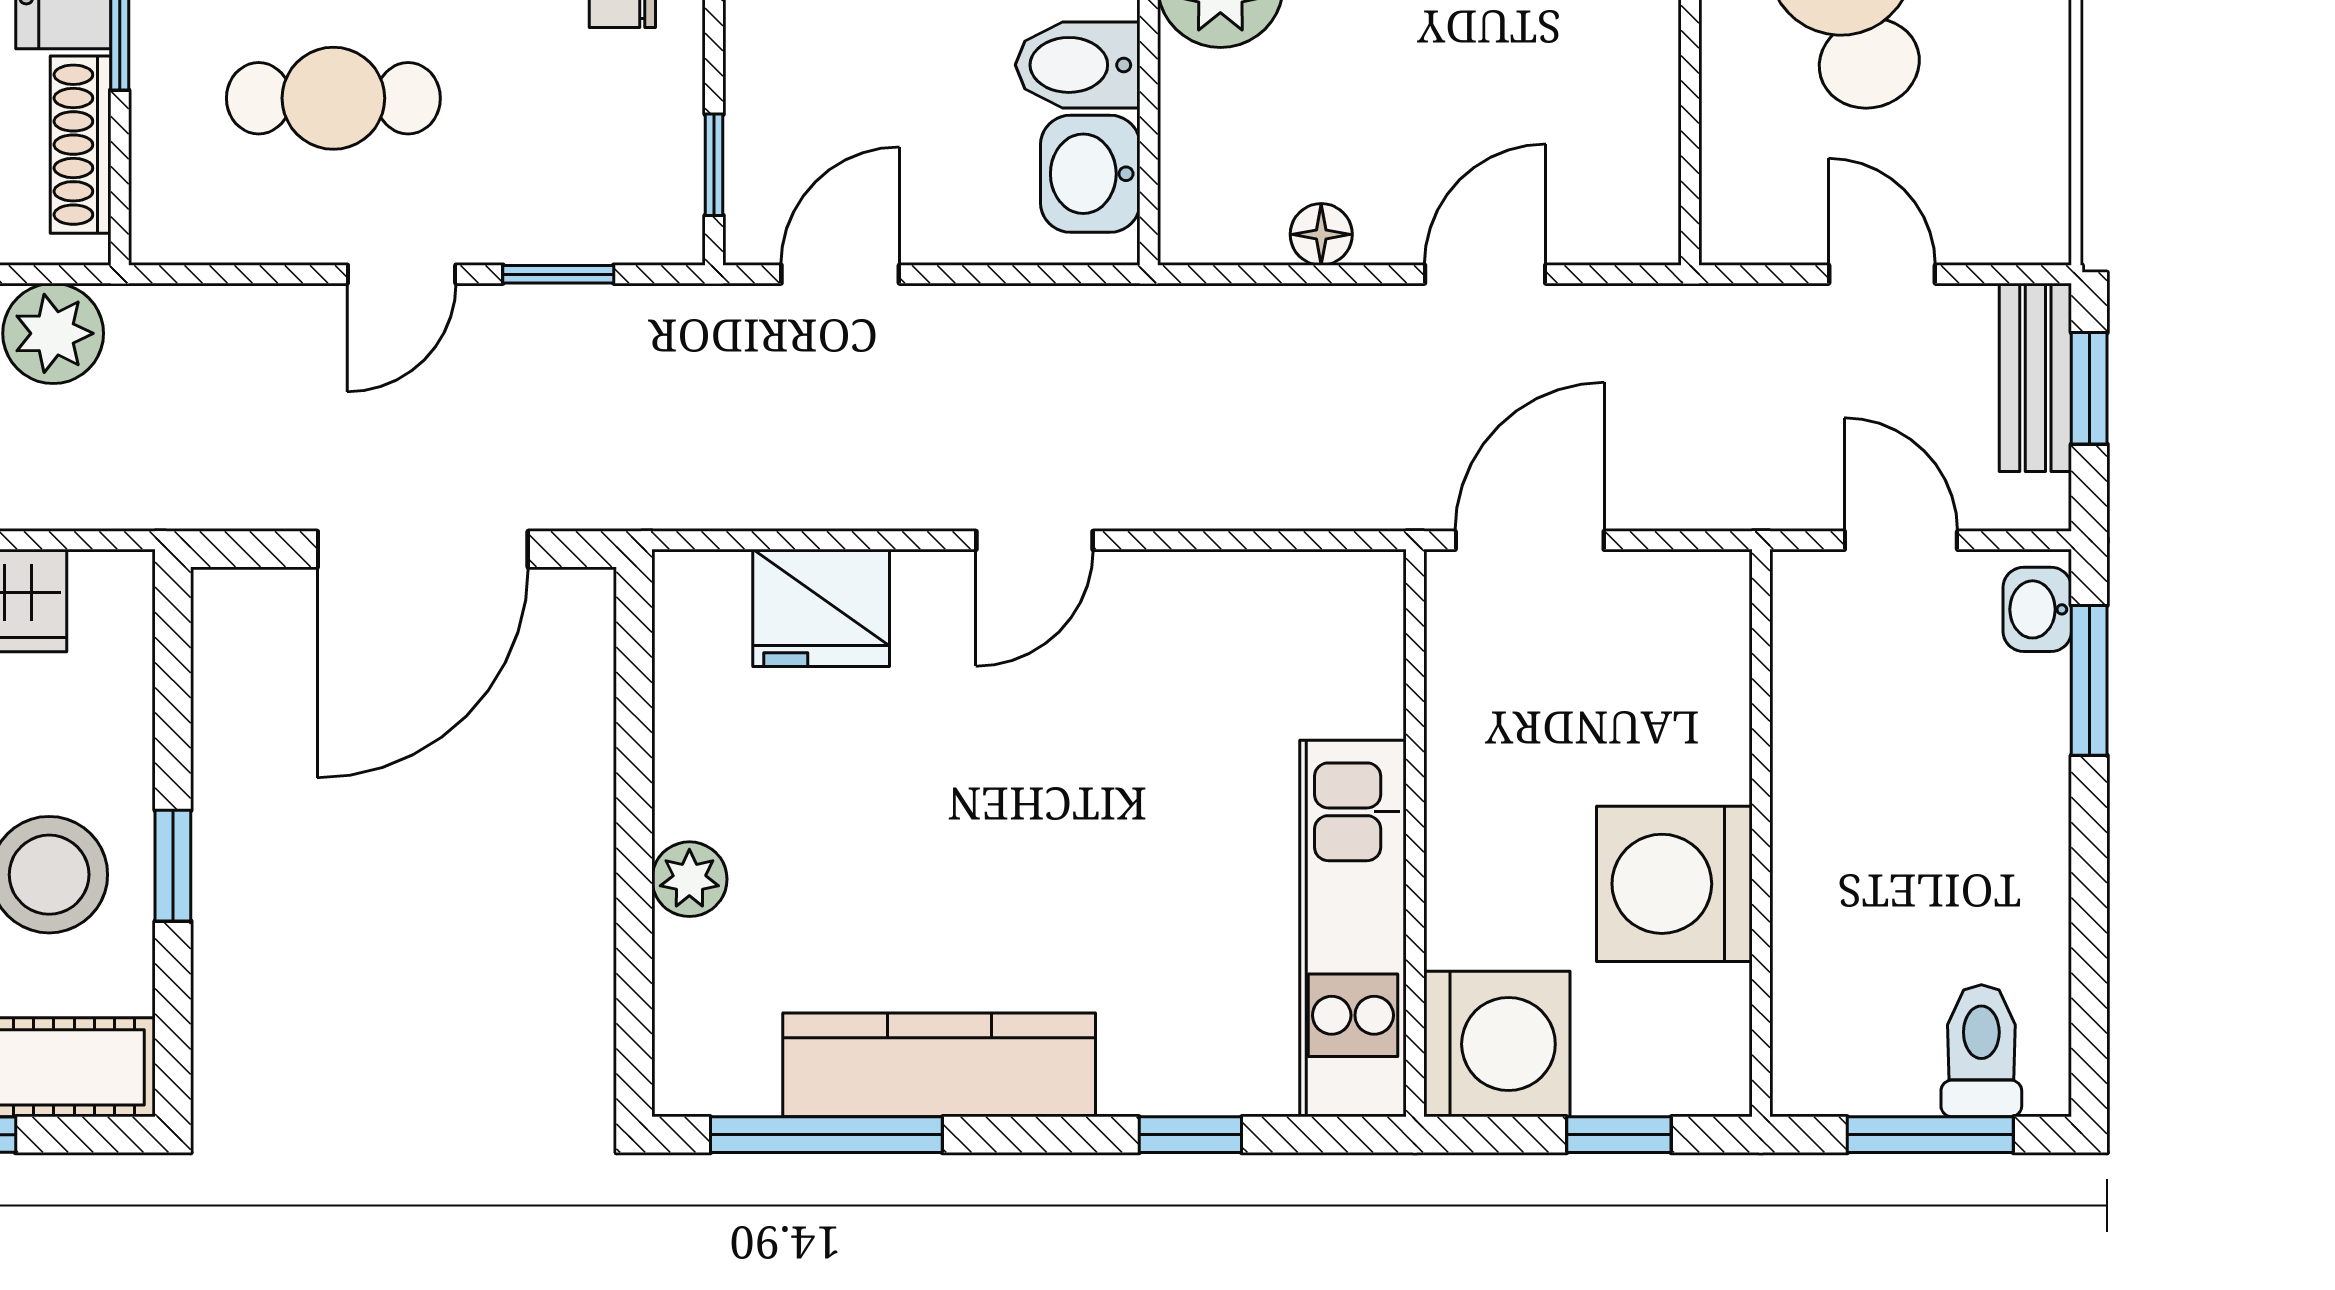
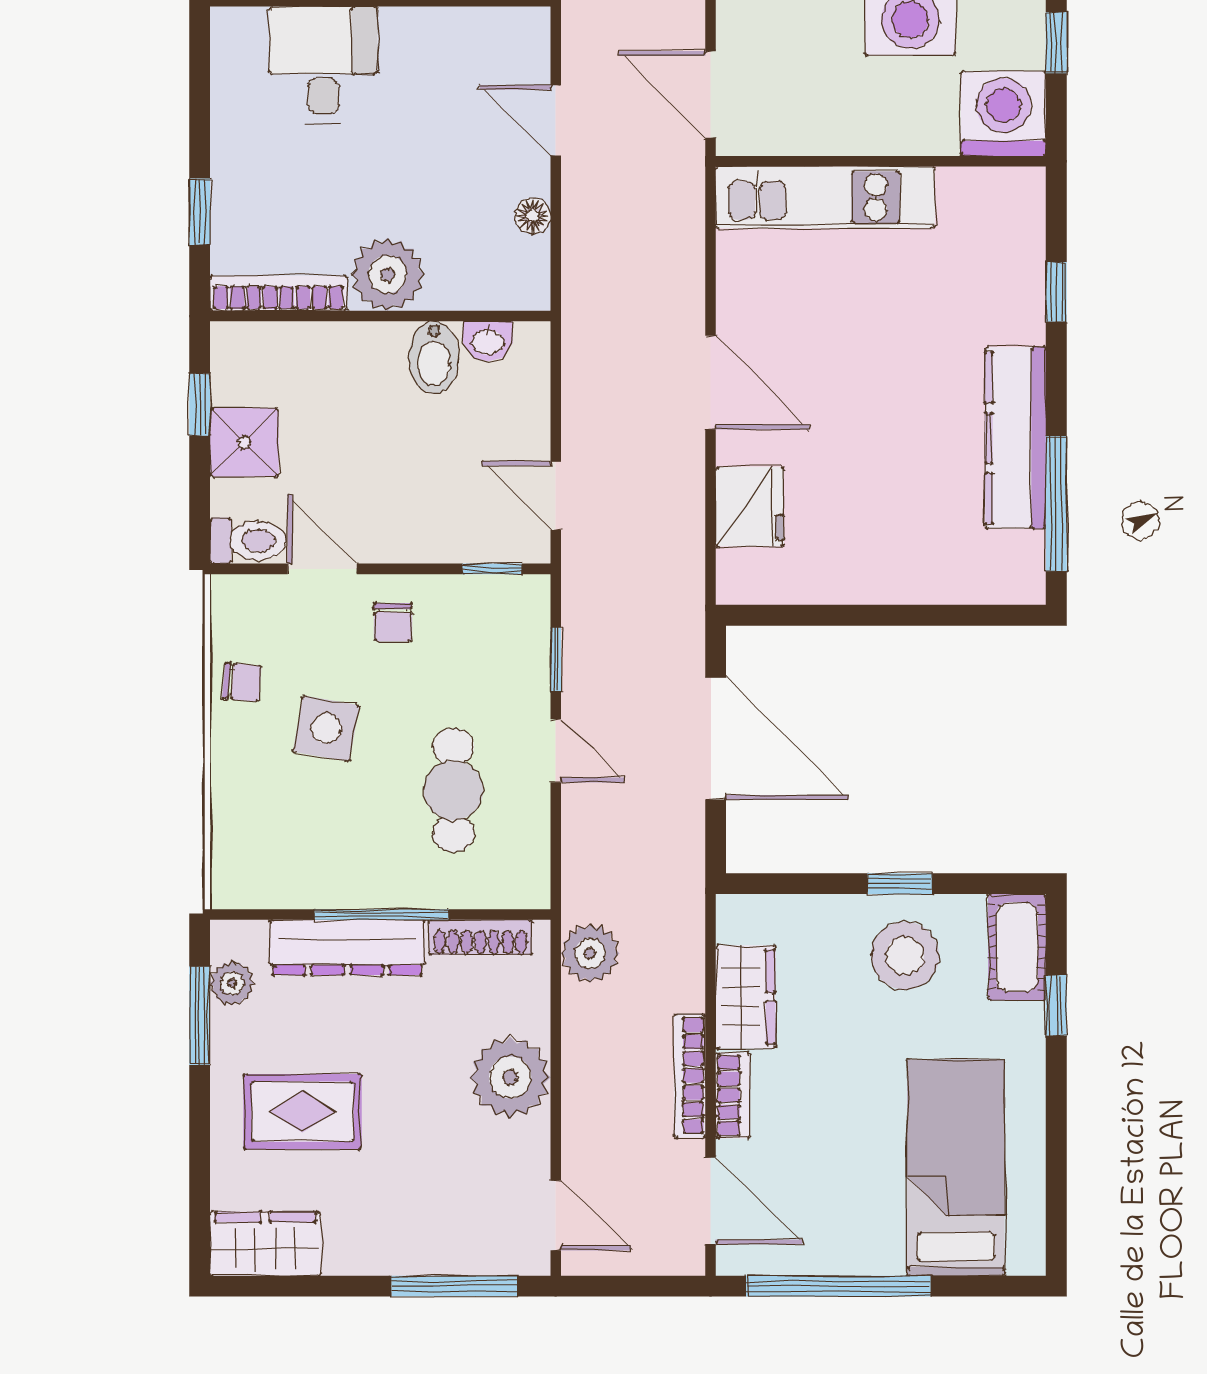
washbasin: (1090, 174) -> (488, 341), width x0.72, depth x0.69
door: (1035, 540) -> (711, 382), width x1.38
plant: (689, 879) -> (908, 583), removed
kitchen unit: (1353, 929) -> (825, 197), moved

